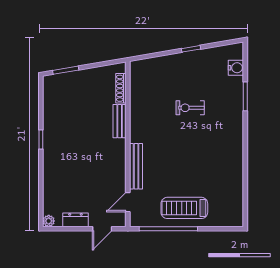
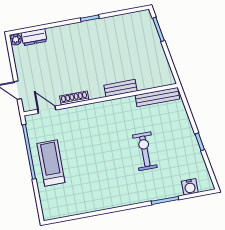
shoe rack: (121, 88) -> (74, 98), moved
exercise bike: (190, 108) -> (145, 151), width x1.38, depth x1.39
bench: (136, 166) -> (157, 97), moved
dresser: (75, 220) -> (34, 37), moved, turned 90

